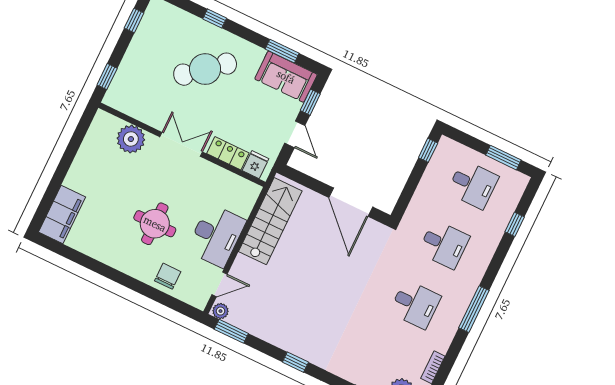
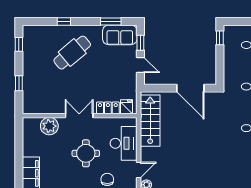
plant: (131, 139) -> (49, 126), moved
double door: (181, 144) -> (79, 116), moved
wall: (182, 145) -> (80, 116), moved
locker: (228, 153) -> (108, 108), moved
fridge: (255, 165) -> (127, 107), moved

